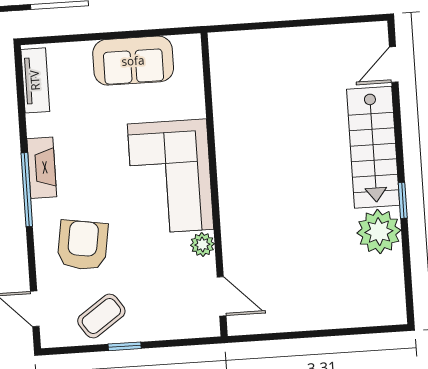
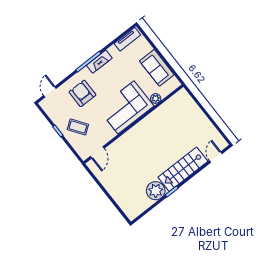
door: (394, 65) -> (216, 157), hinge flipped
armchair: (83, 245) -> (83, 93), turned -99
plant: (202, 245) -> (156, 98), moved
coffee table: (101, 316) -> (78, 127), moved

